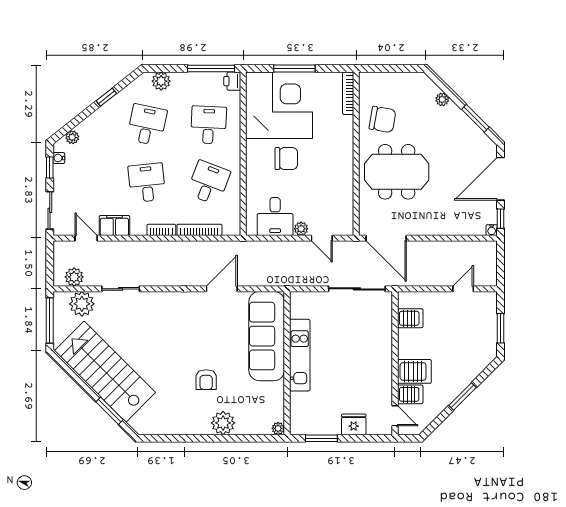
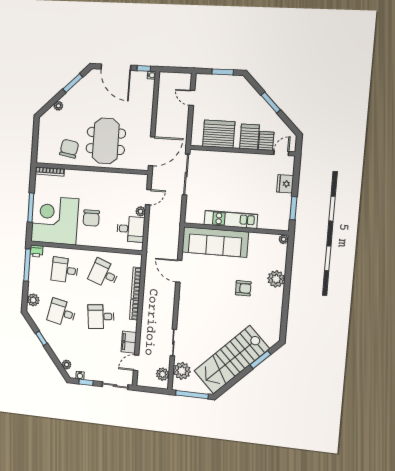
chair: (286, 159) -> (91, 218), turned 180
server rack: (410, 318) -> (219, 134), width x2.18, depth x1.44

